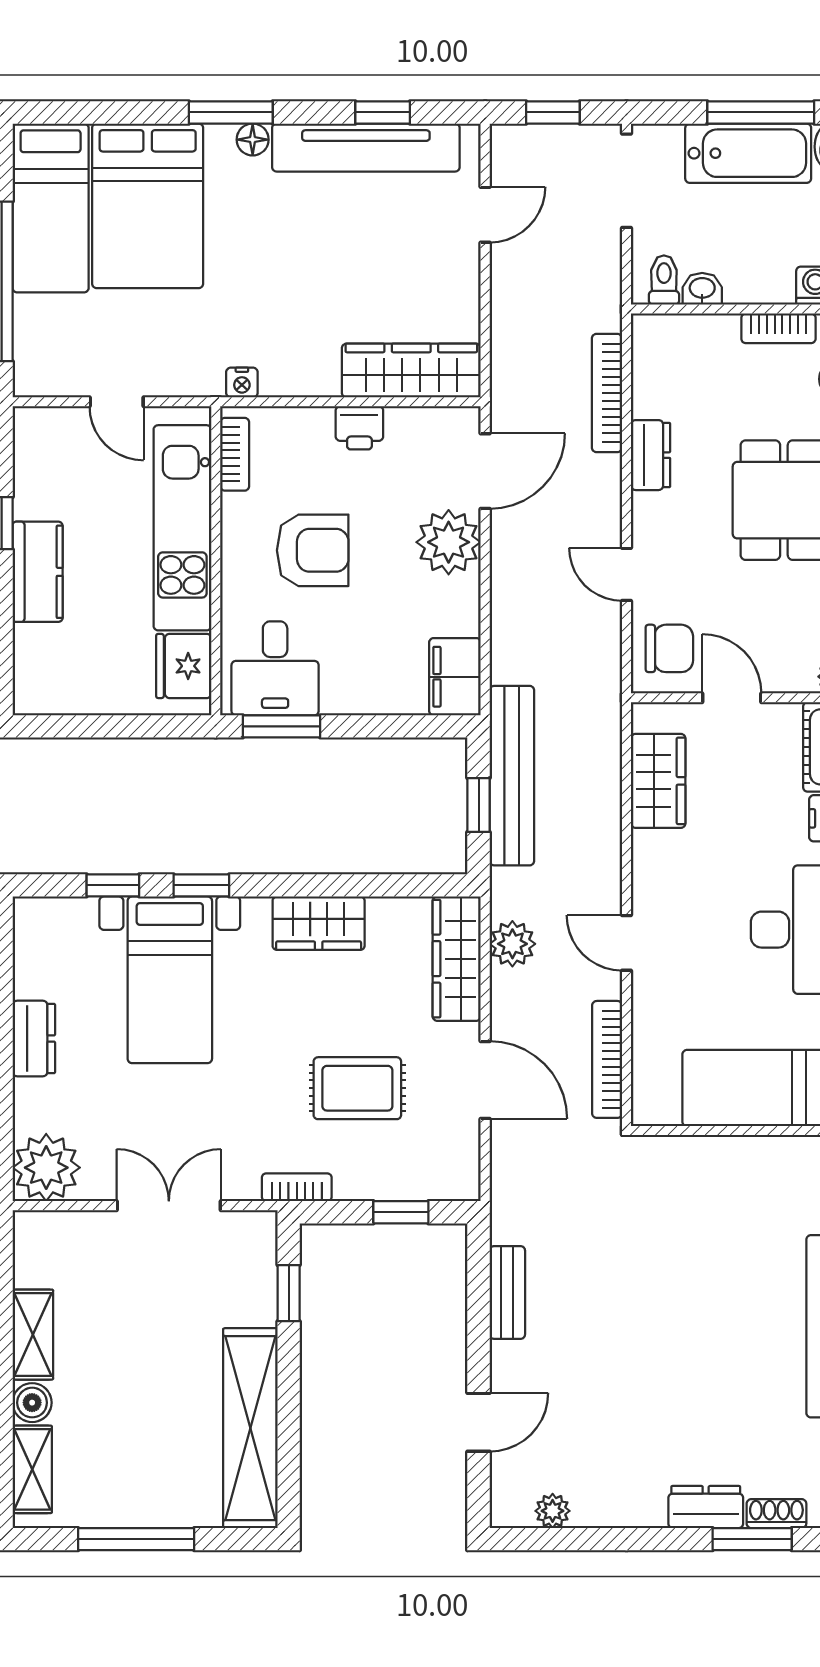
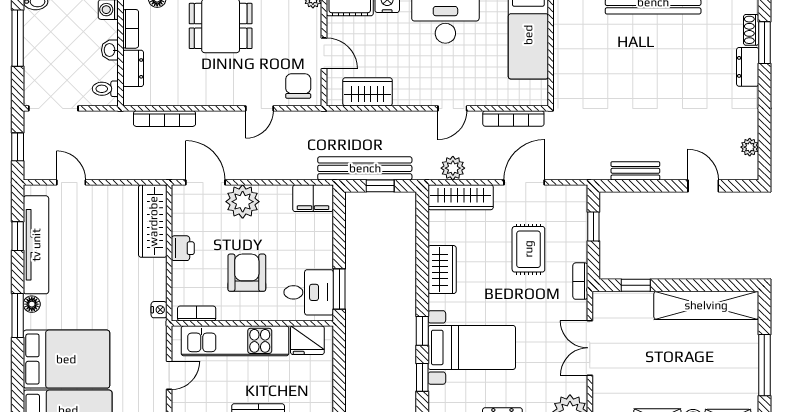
bathtub: (748, 153) -> (39, 45), removed
washbasin: (702, 289) -> (110, 50), moved
dresser: (651, 455) -> (133, 68), moved, turned 90
door: (732, 698) -> (324, 53), swing flipped

